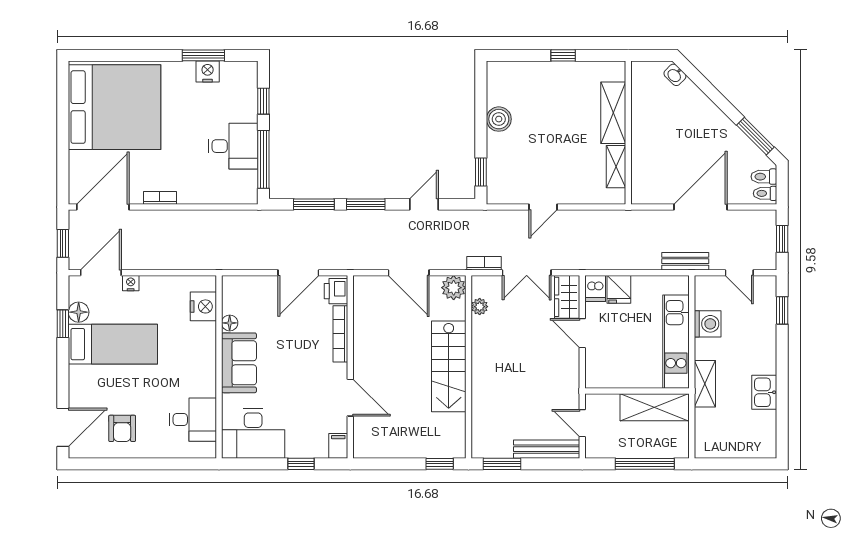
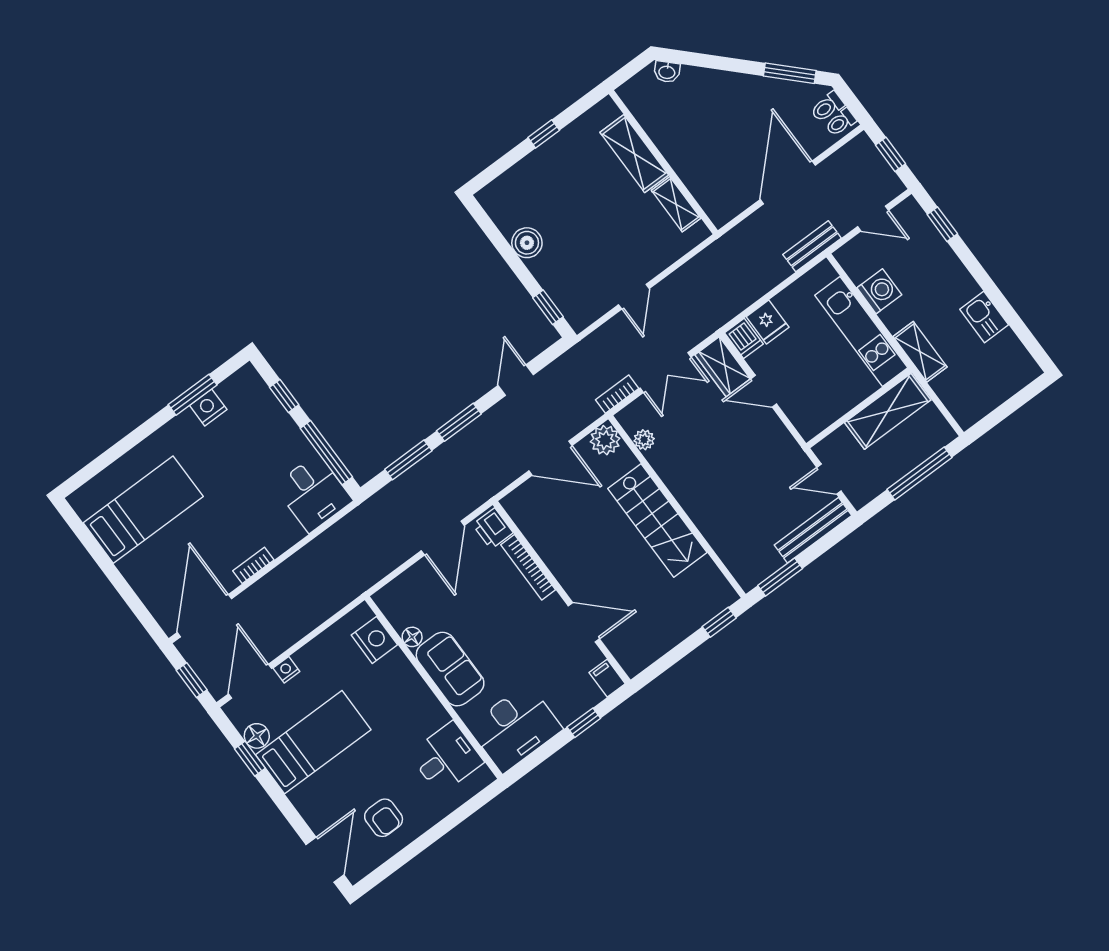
bed: (115, 107) -> (143, 510), width x0.49
desk: (233, 146) -> (313, 493), moved, turned 90

